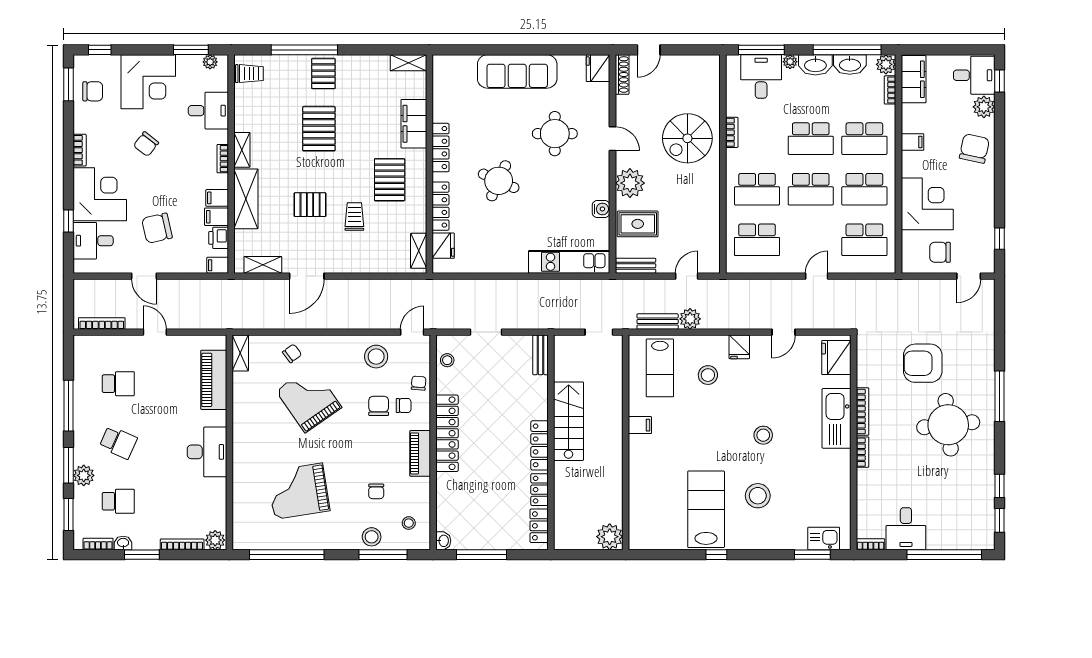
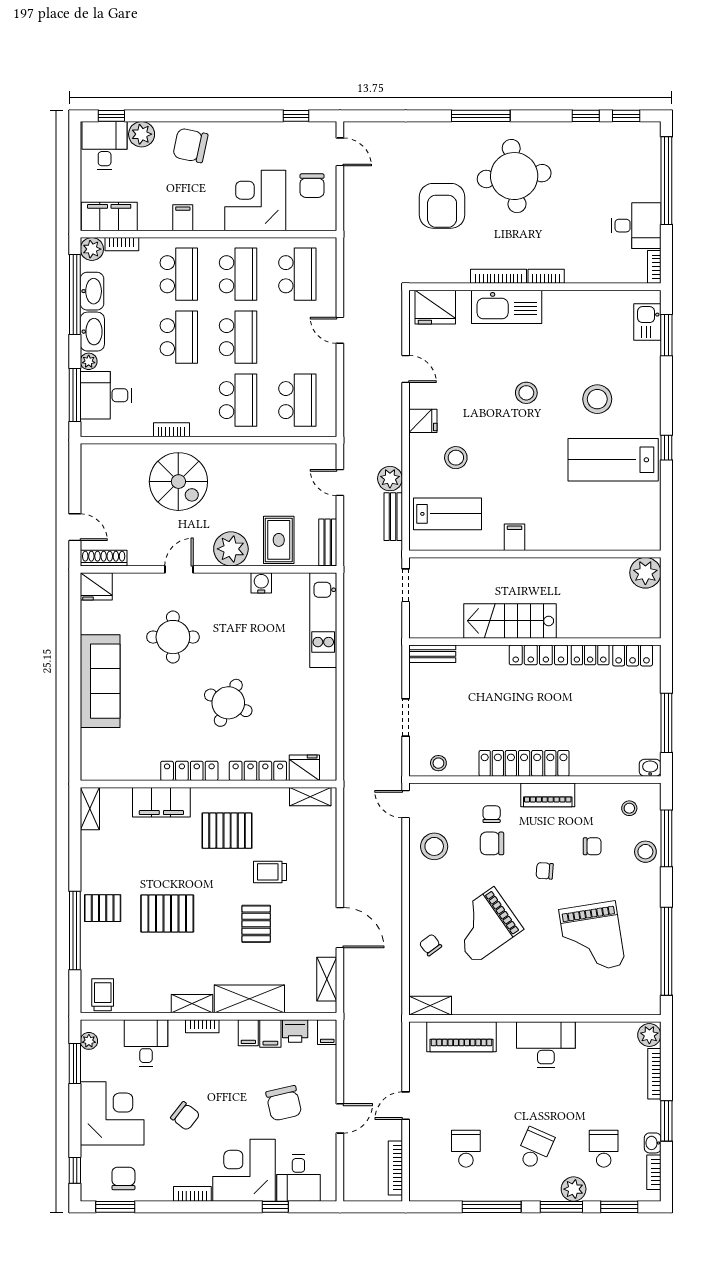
chair: (419, 383) -> (545, 871), moved

